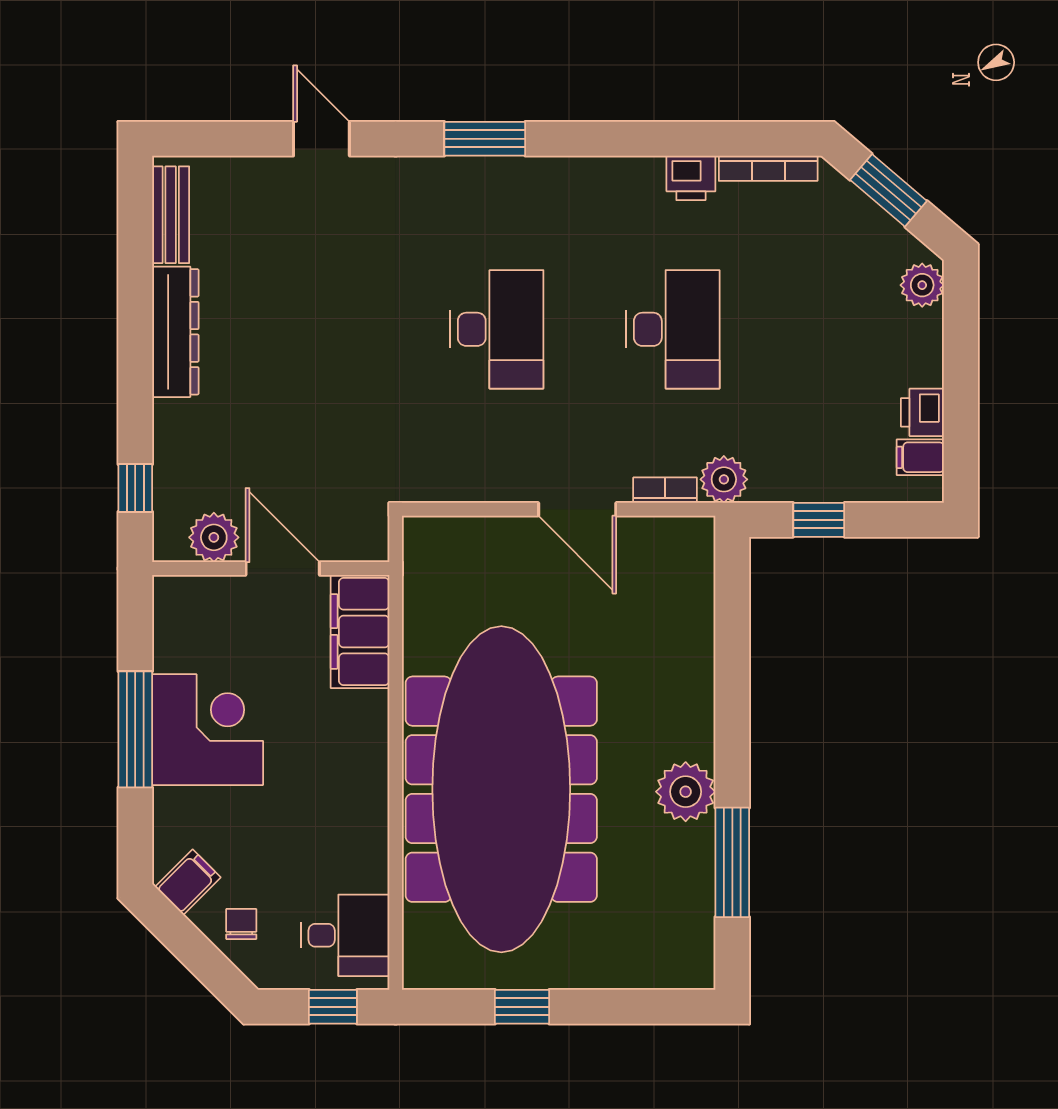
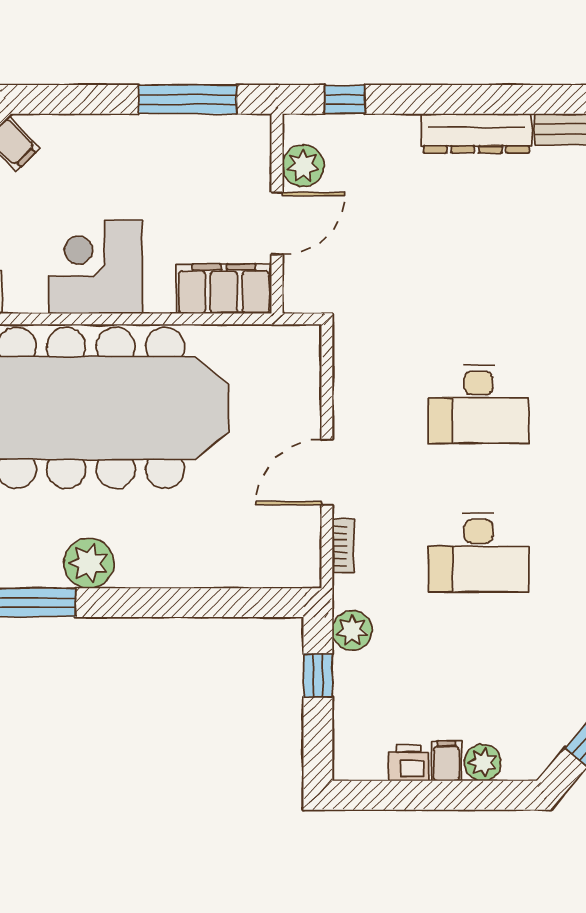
plant: (922, 285) -> (483, 763), moved
filing cabinet: (920, 457) -> (446, 761), moved
plant: (724, 479) -> (352, 630), moved
window: (135, 729) -> (188, 99), moved
corner desk: (208, 730) -> (95, 267), moved, turned 180

